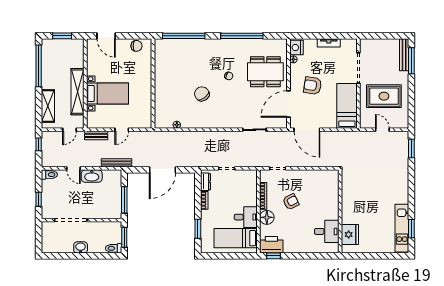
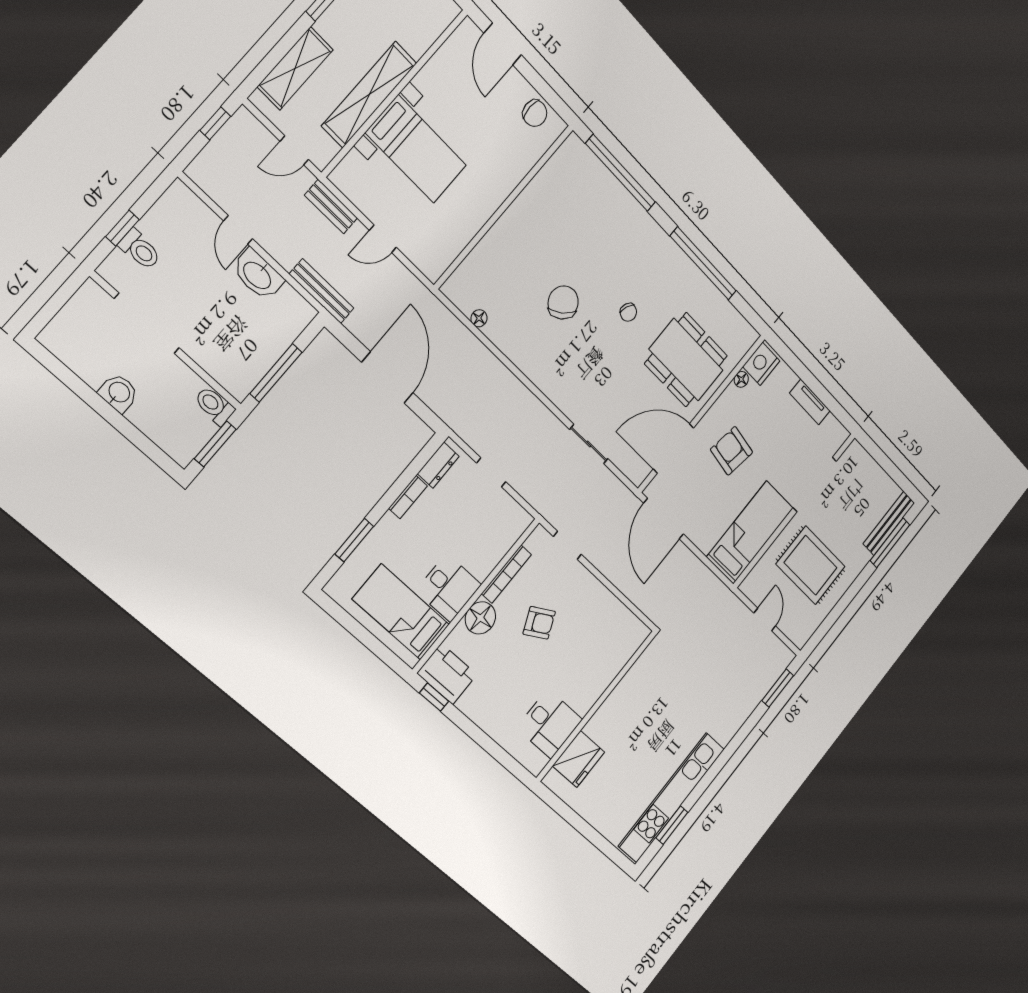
door: (162, 170) -> (387, 378), swing flipped
toilet: (49, 175) -> (140, 250), moved
kitchen unit: (402, 228) -> (672, 798), width x1.36
toilet: (114, 248) -> (214, 406), moved

